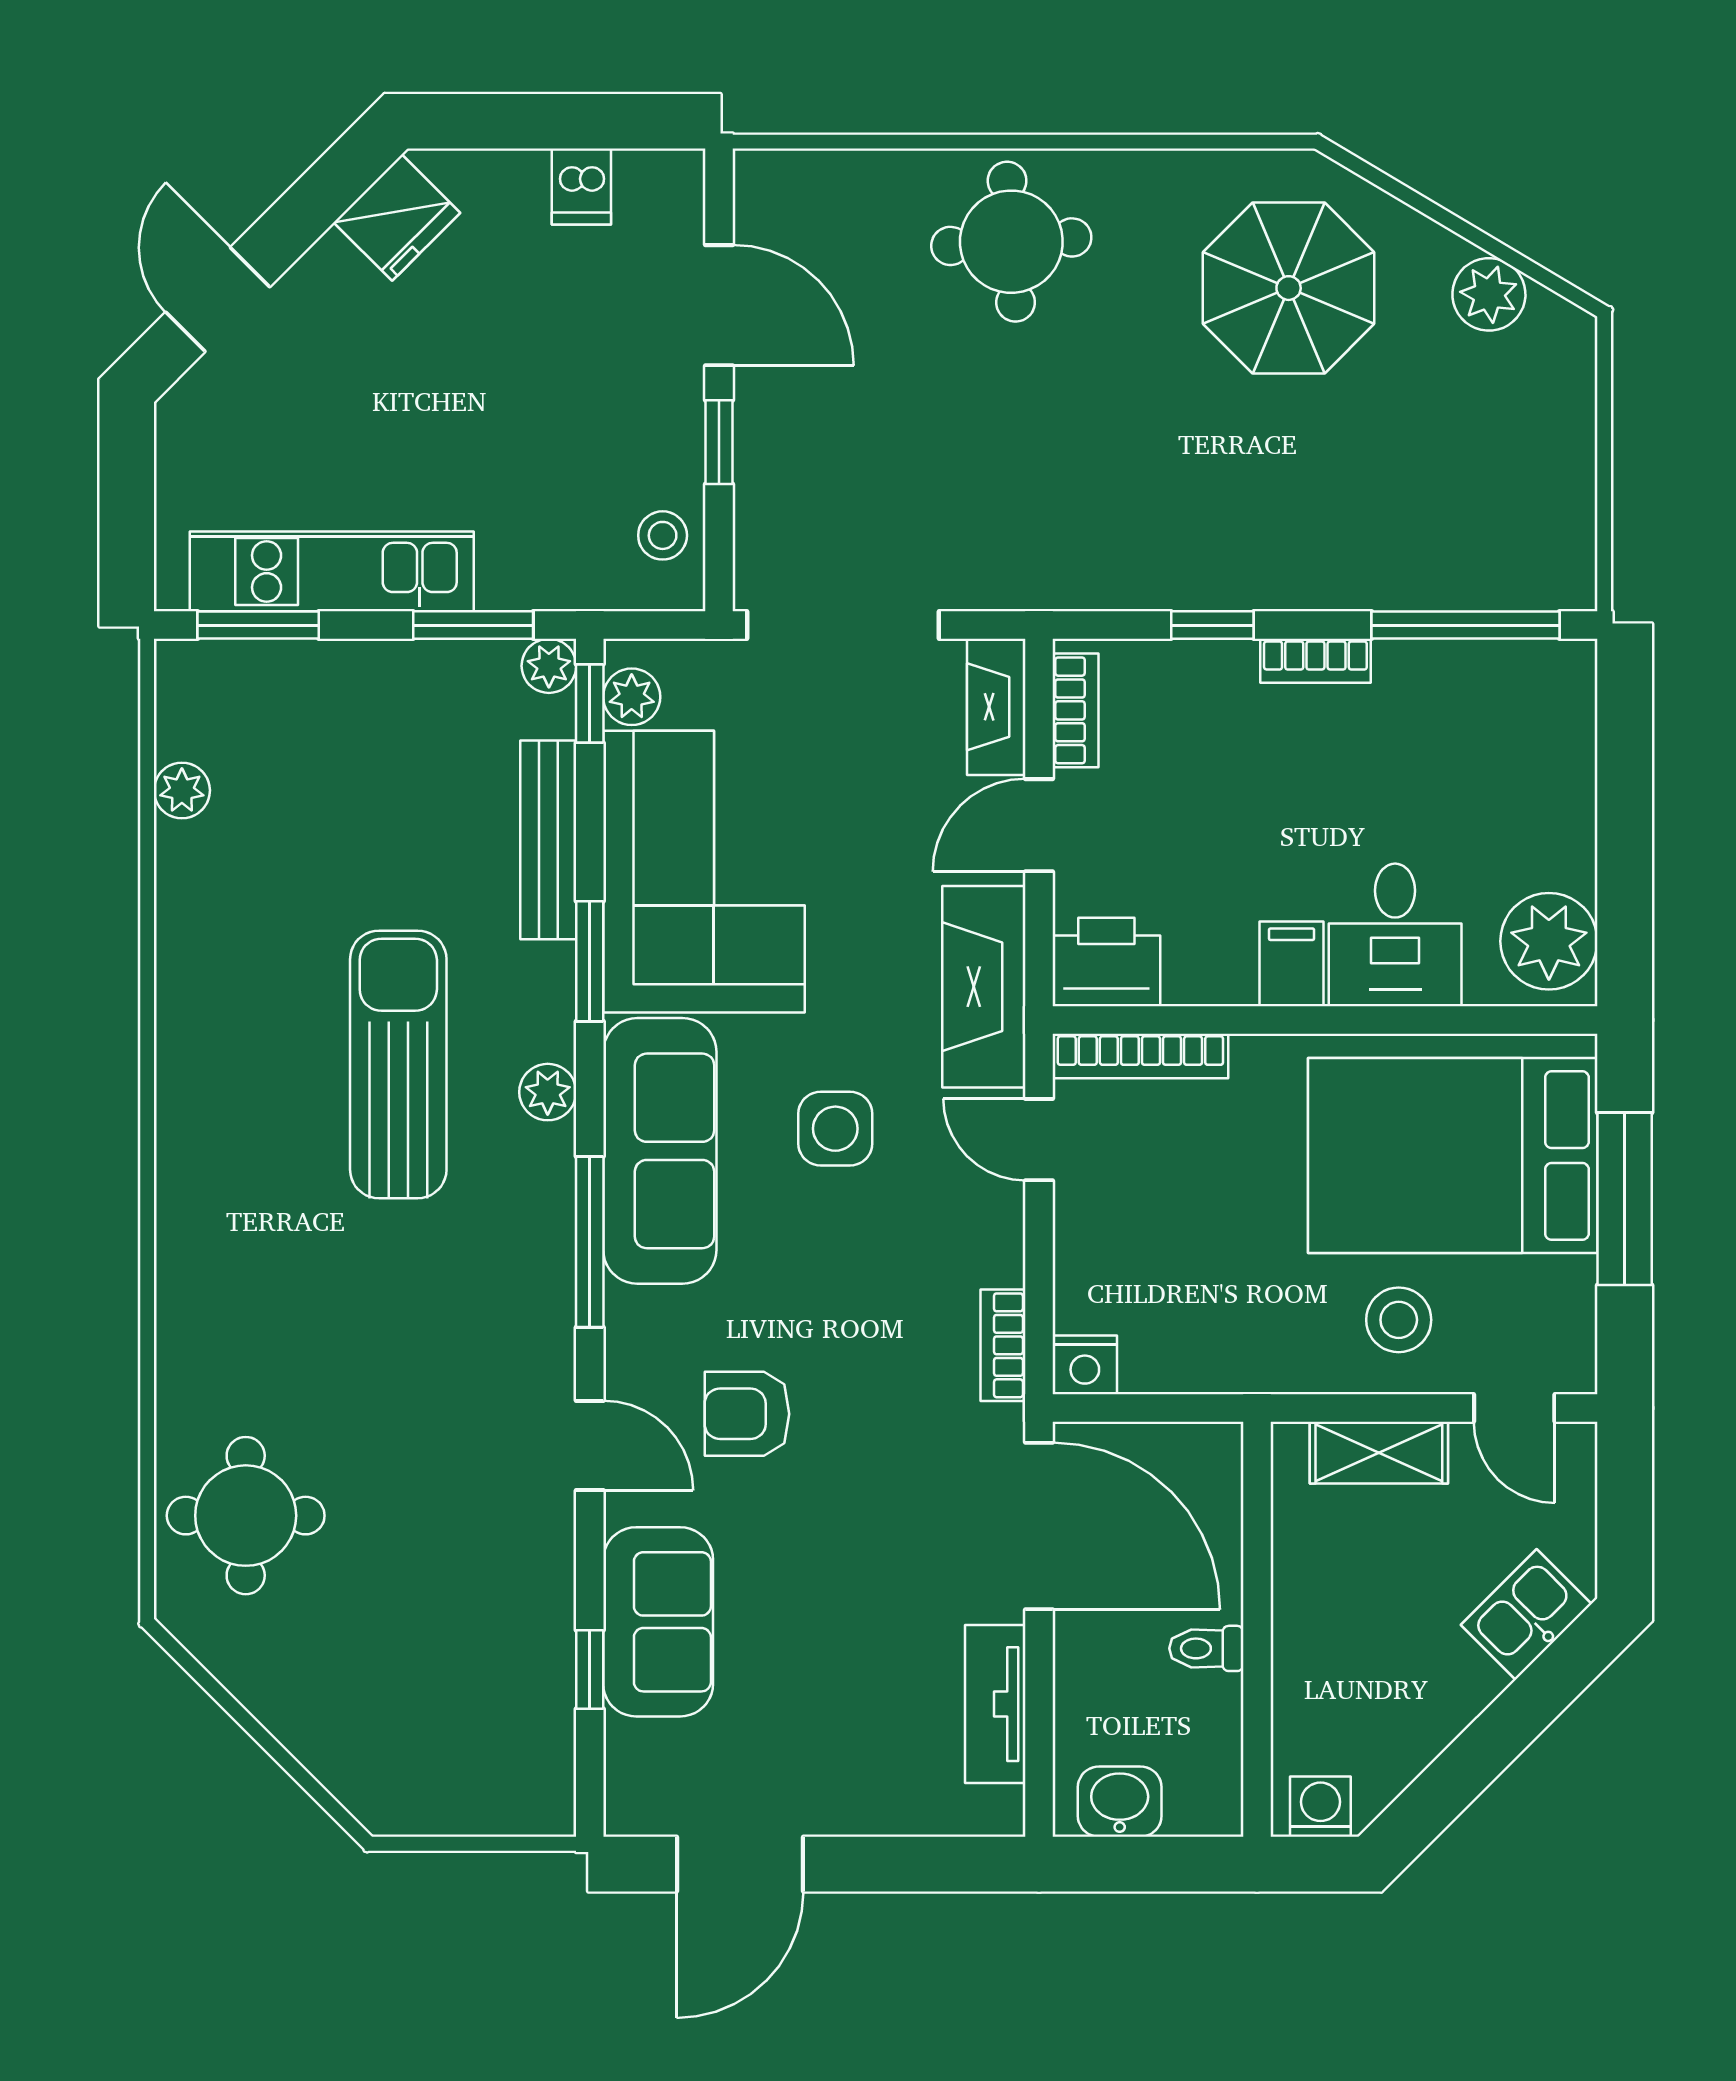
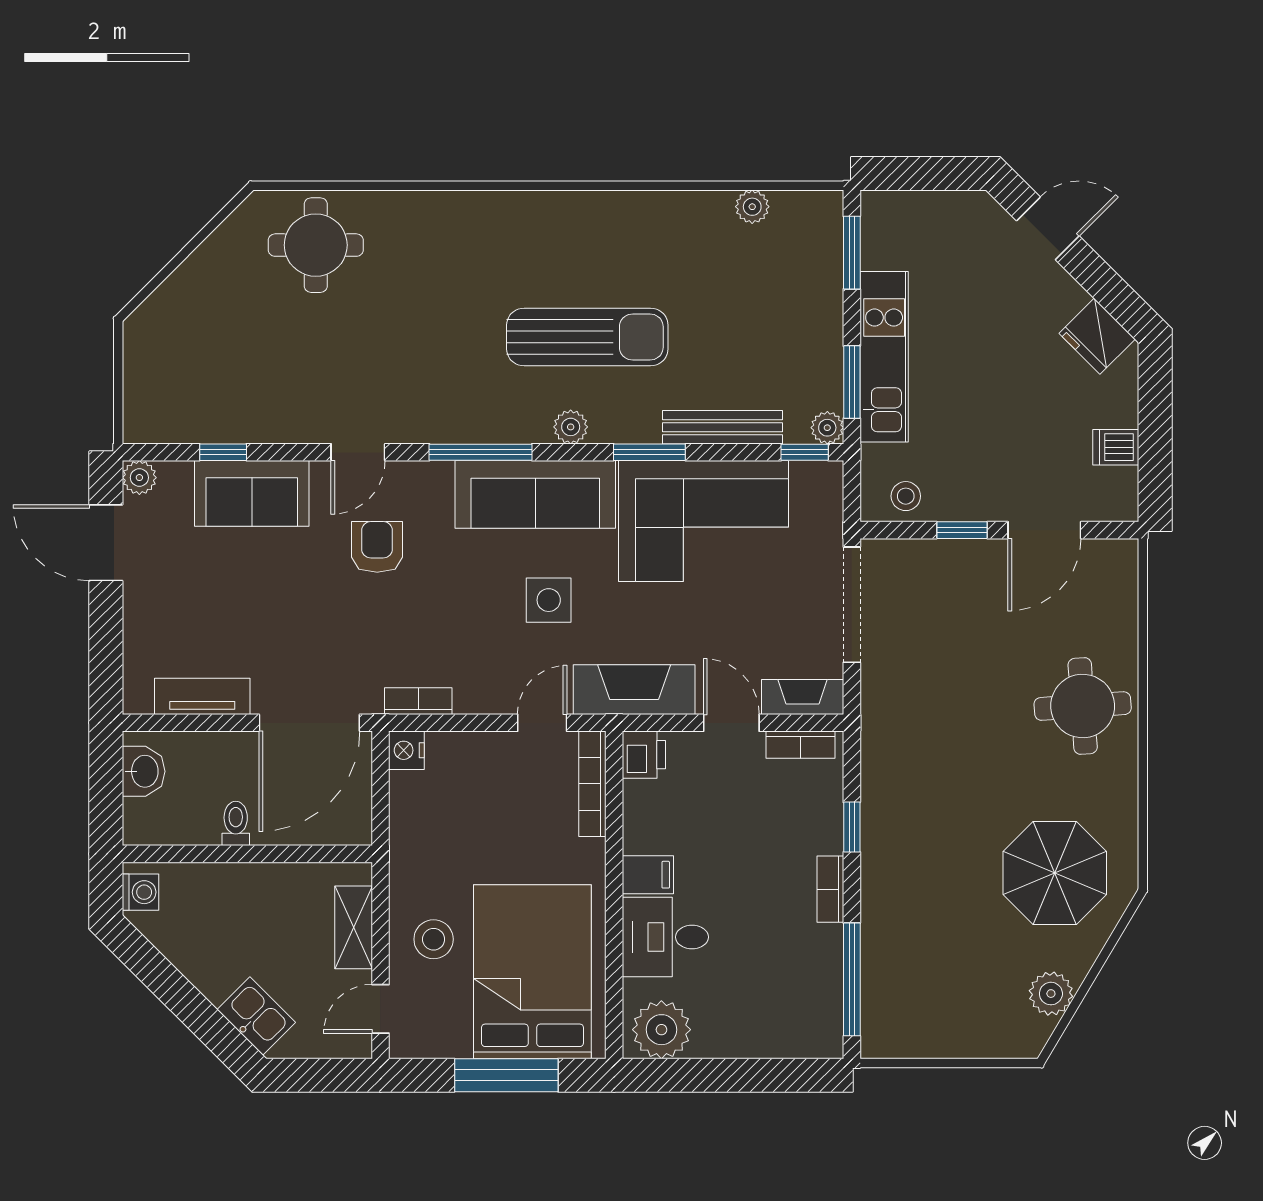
kitchen unit: (332, 571) -> (884, 357), moved
plant: (632, 697) -> (139, 478), moved
printer: (1106, 962) -> (644, 755), width x0.73, depth x0.81

